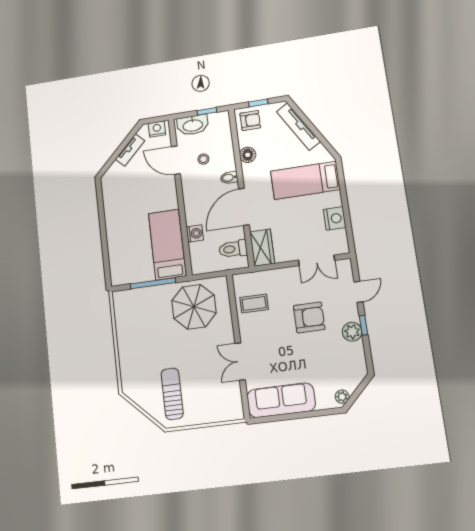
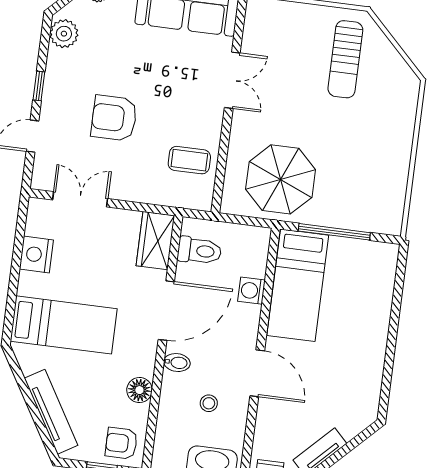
door: (176, 160) -> (257, 373), moved
plant: (352, 332) -> (64, 34), moved

